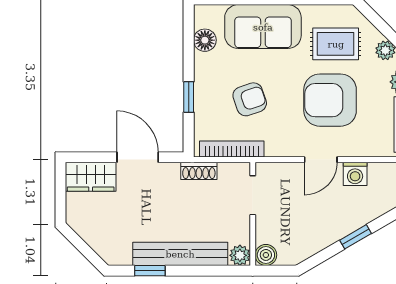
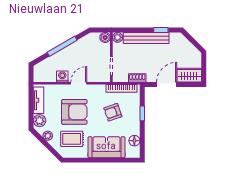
door: (138, 157) -> (167, 84), swing flipped
window: (356, 237) -> (62, 46), width x2.17

